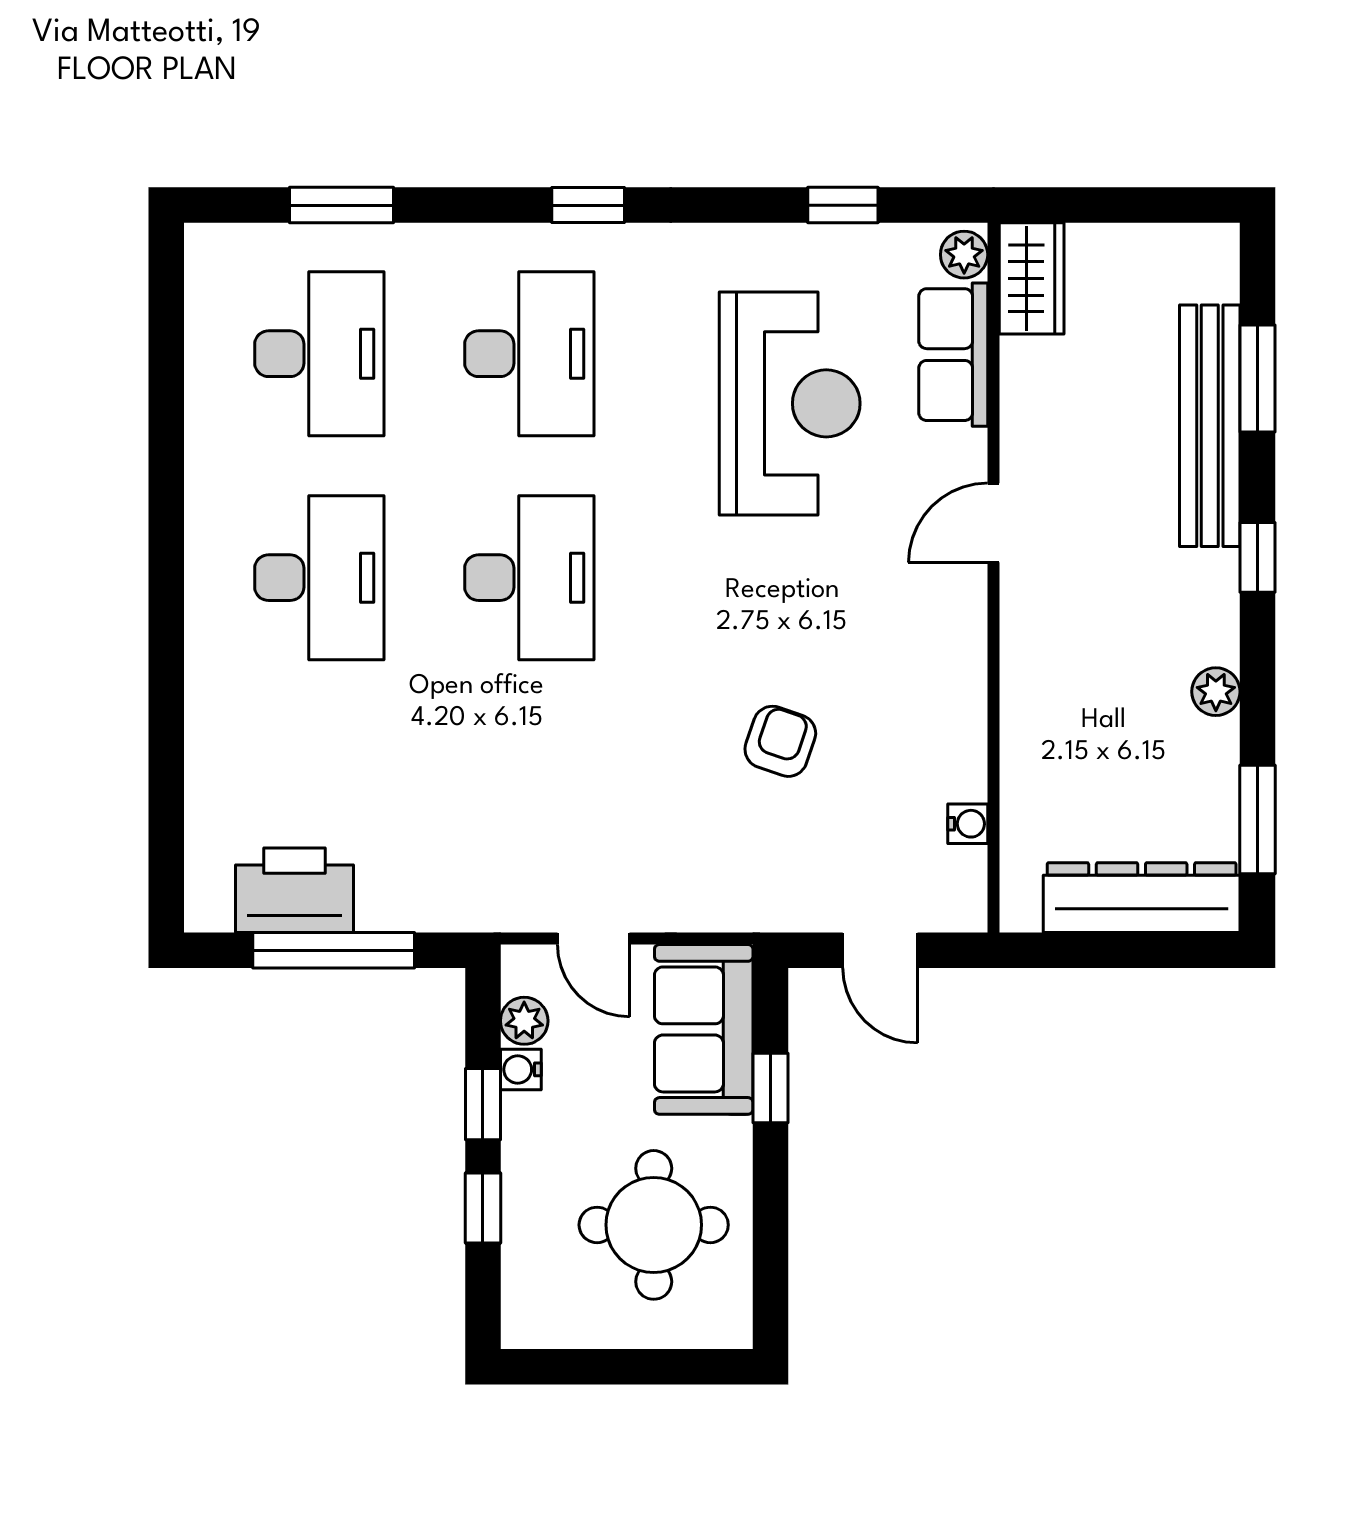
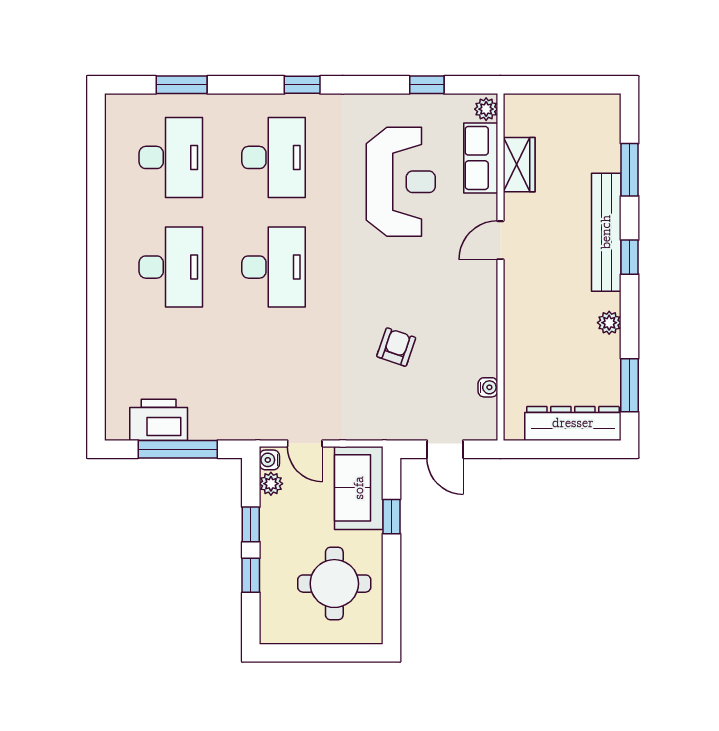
wardrobe: (1032, 278) -> (519, 165), moved
bench: (1210, 426) -> (606, 232), moved
water cooler: (521, 1069) -> (269, 460), moved

